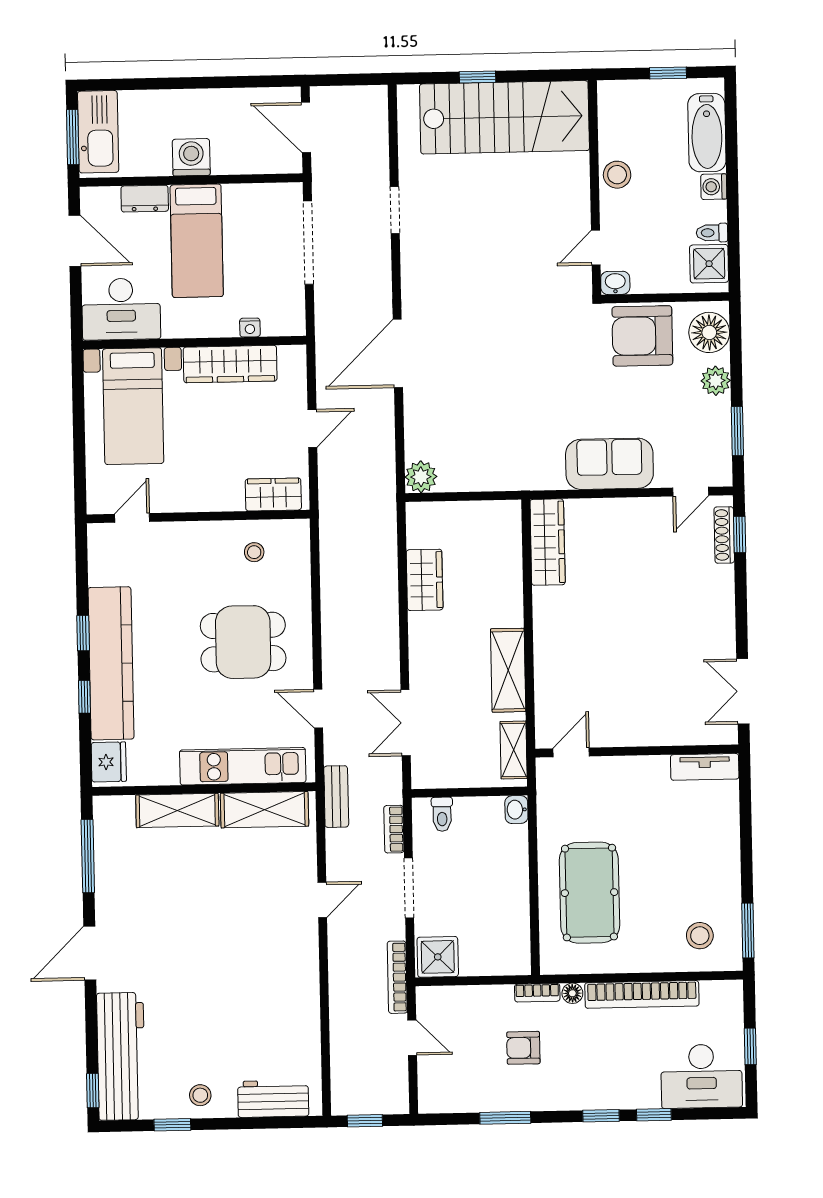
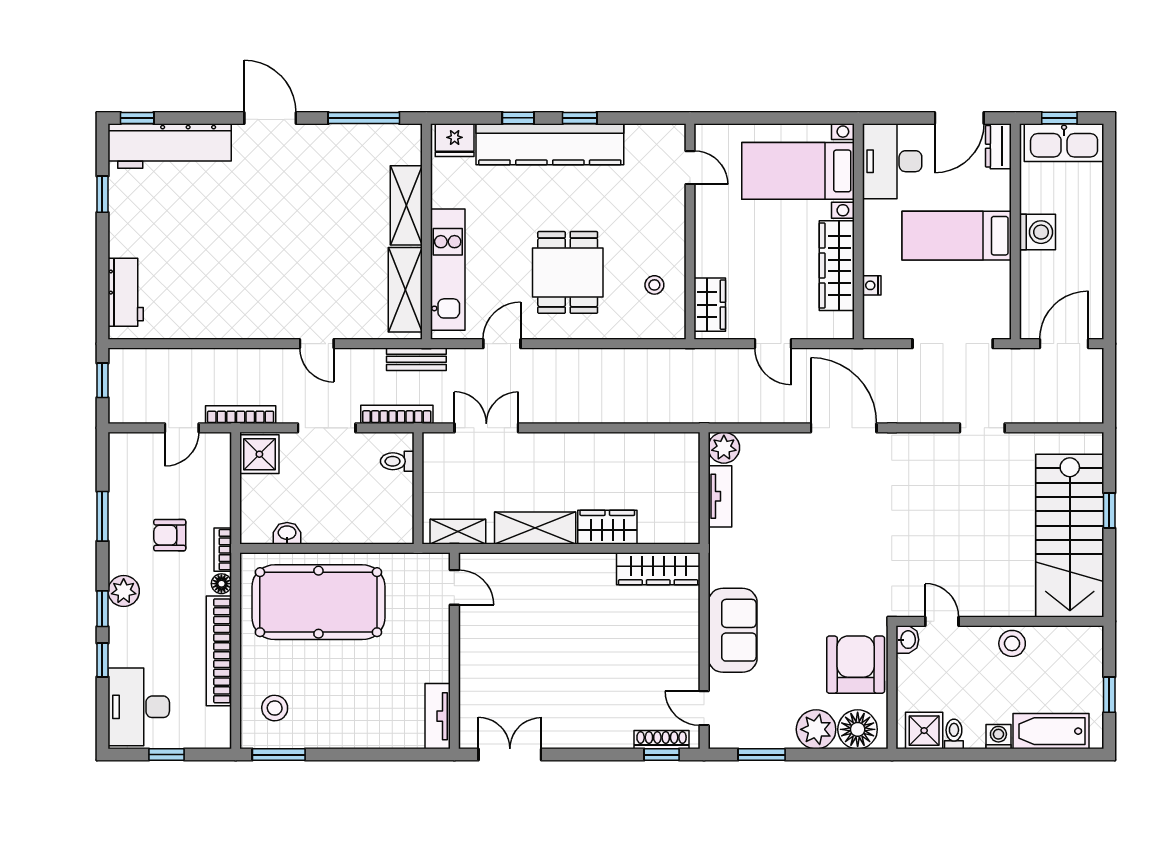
window: (73, 137) -> (1059, 118), width x0.67
dresser: (145, 199) -> (998, 146), moved
plant: (716, 381) -> (816, 729), width x1.36, depth x1.36
tv unit: (471, 480) -> (720, 496), added
wardrobe: (425, 580) -> (607, 527), moved, turned 180
washbasin: (516, 810) -> (287, 533), moved
bookcase: (394, 829) -> (397, 414), width x1.56
pool table: (589, 893) -> (318, 602), width x1.36, depth x1.32
armchair: (523, 1048) -> (170, 535), turned -90
plant: (582, 1094) -> (124, 591), added
stool: (200, 1095) -> (130, 222), removed

